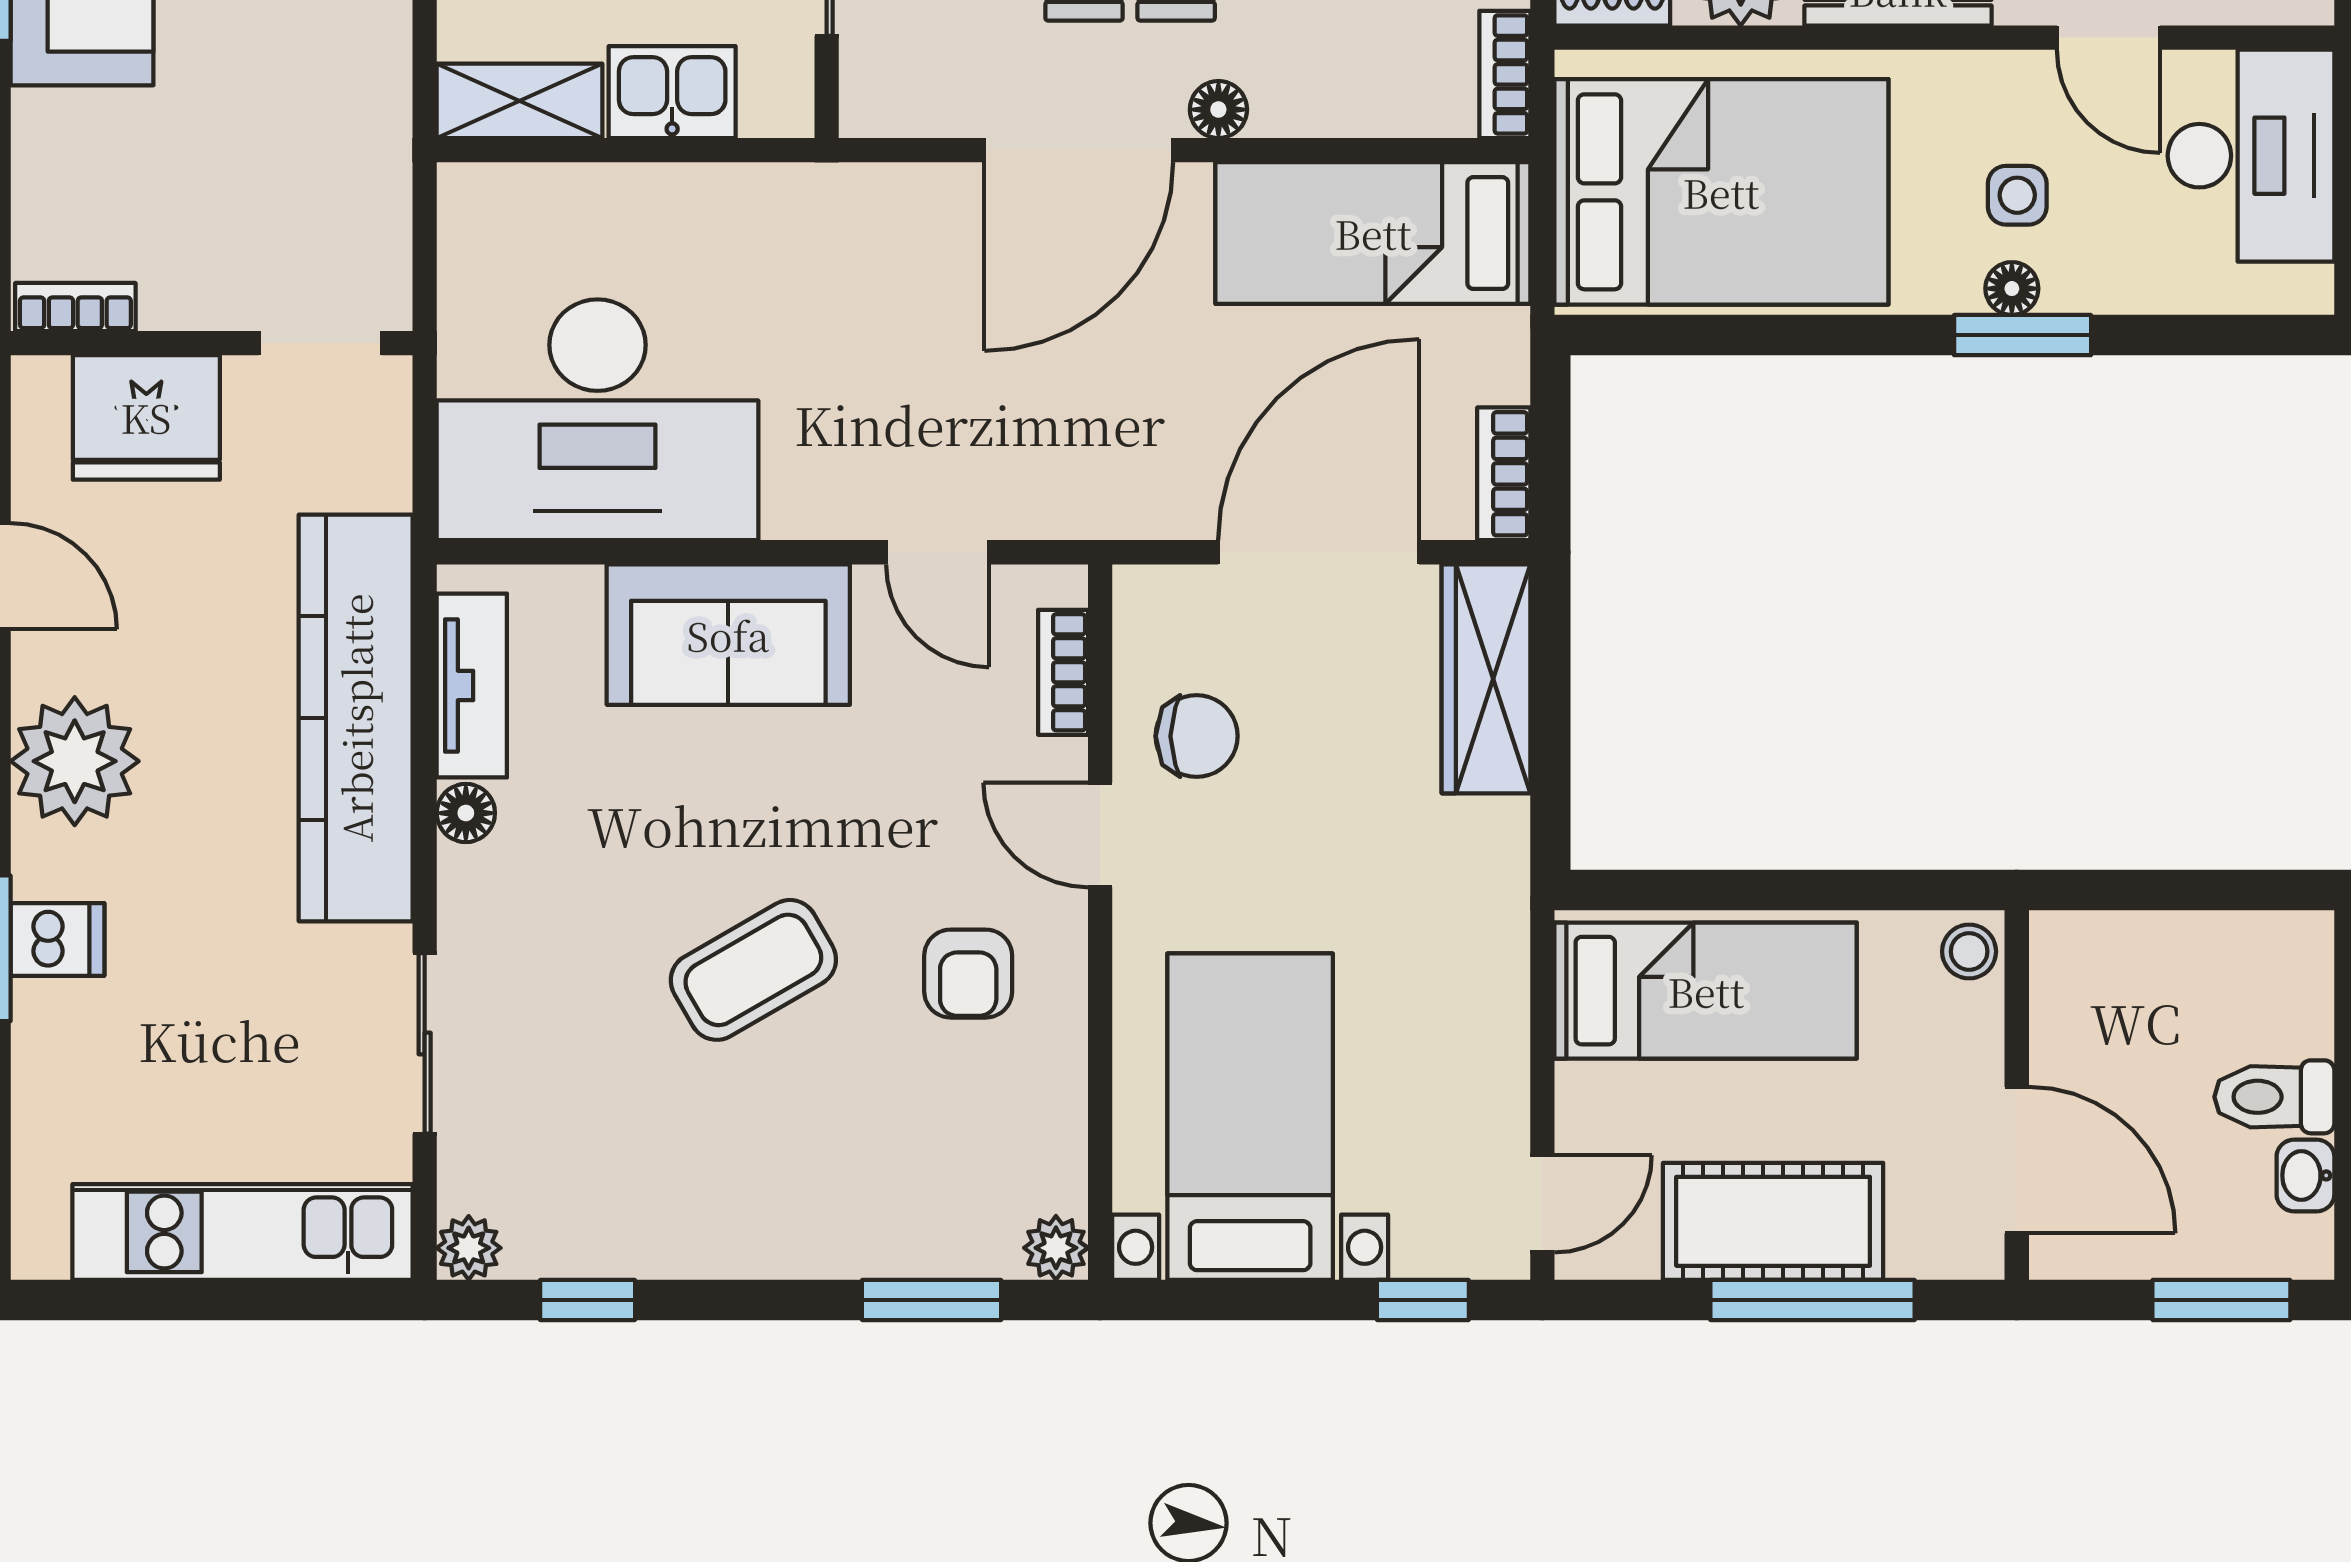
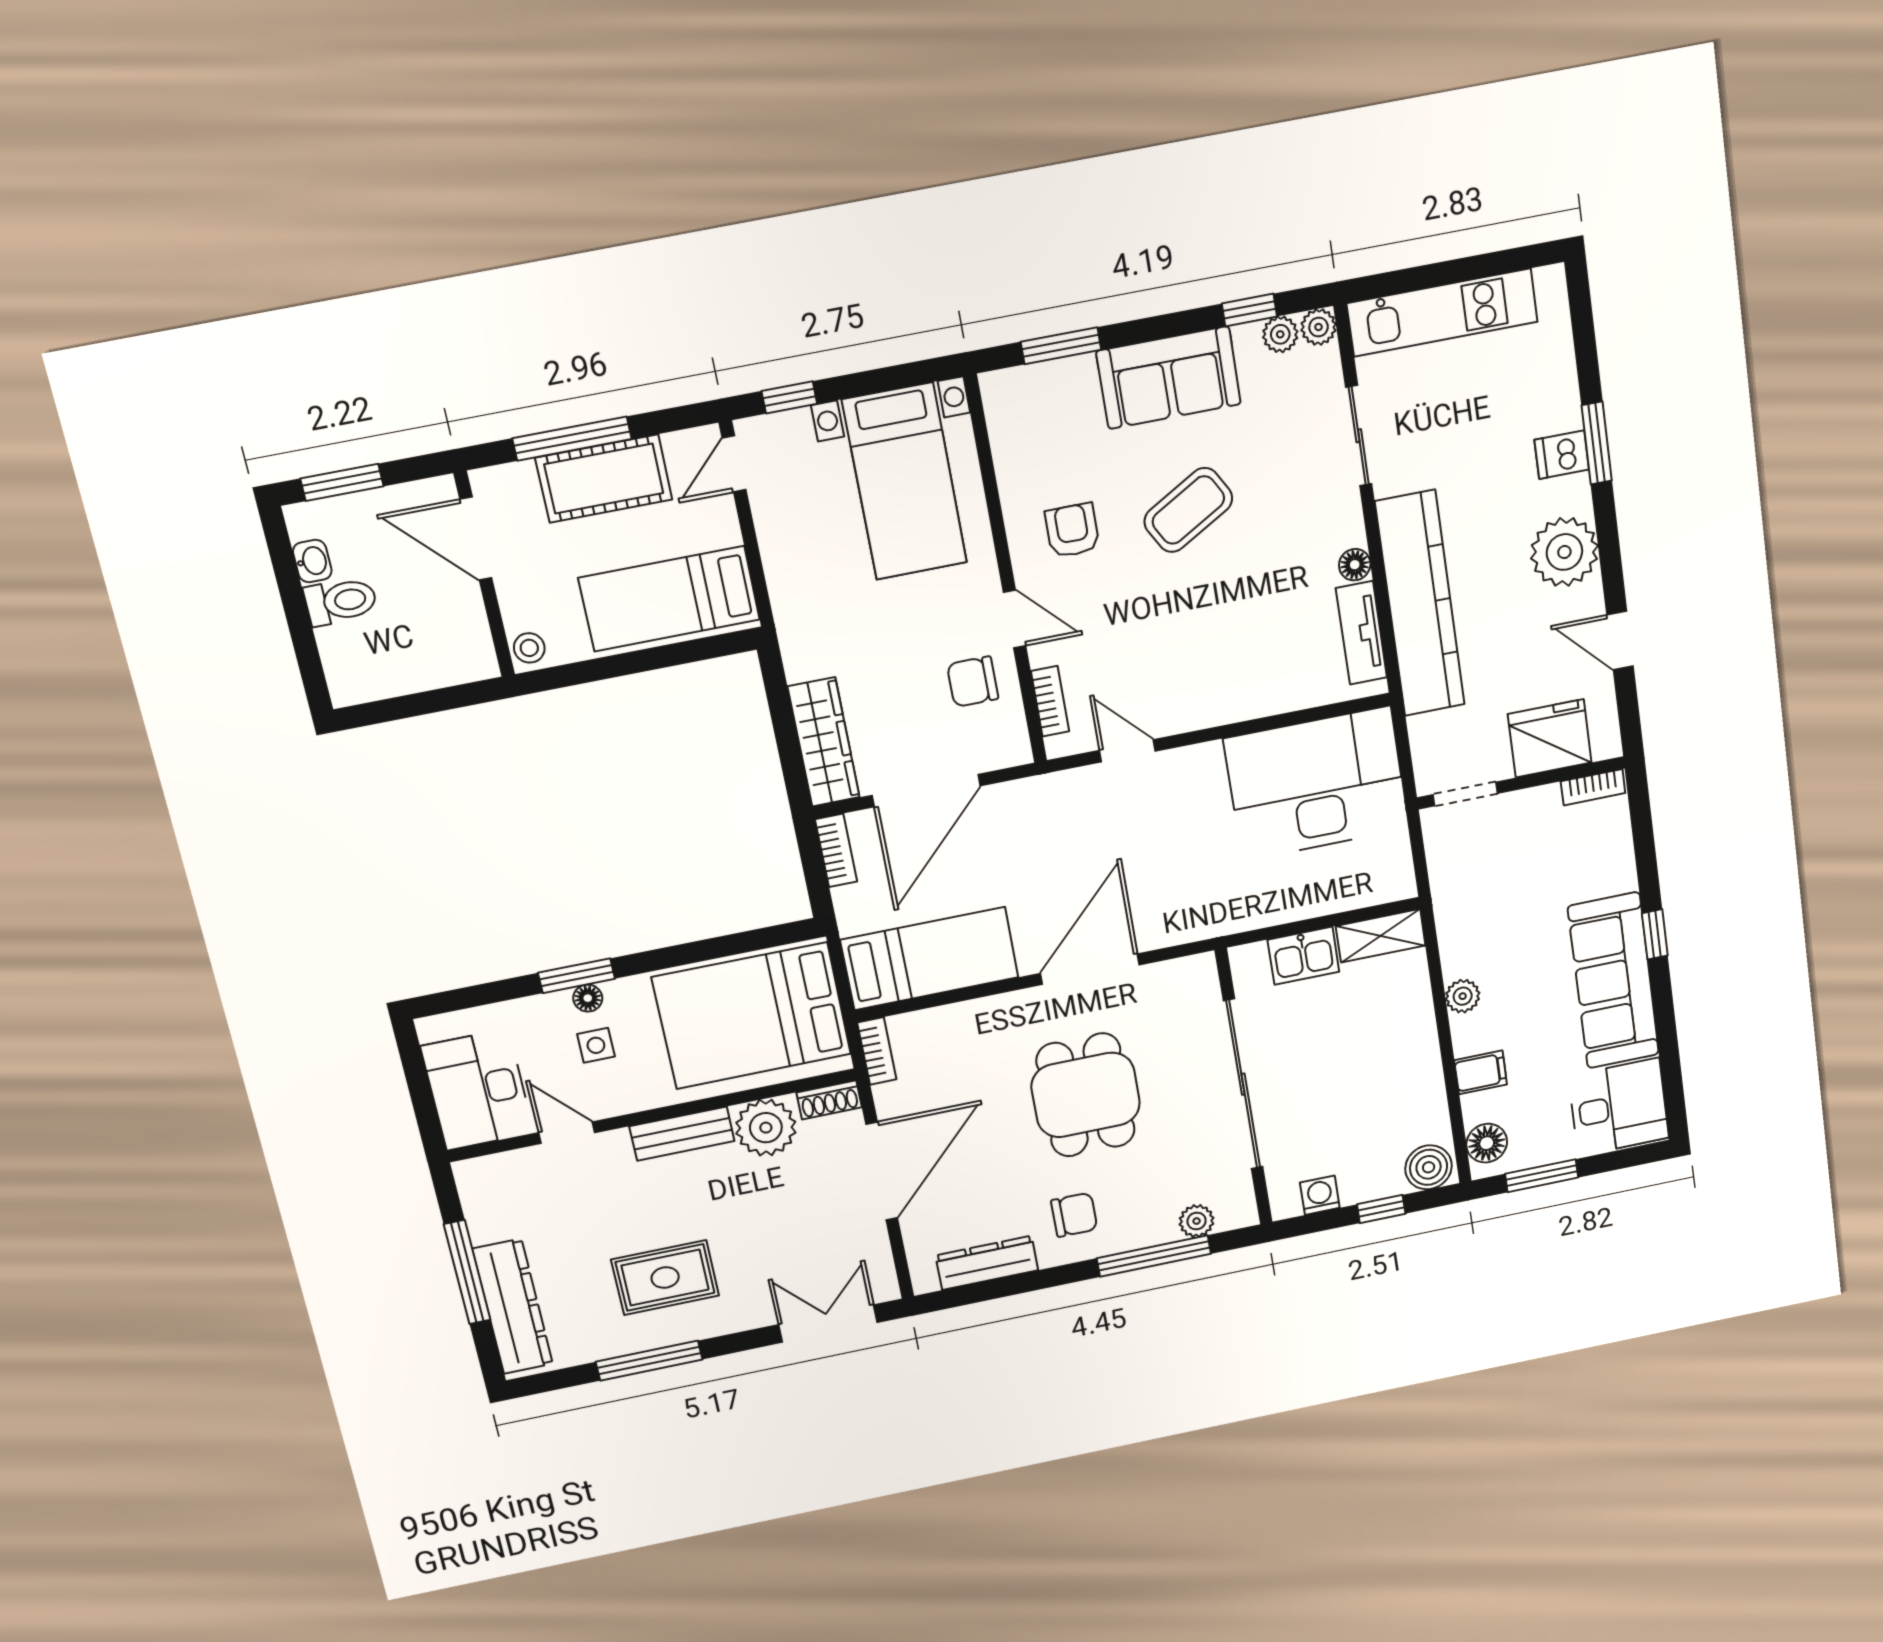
floor lamp: (1218, 110) -> (1022, 1004), removed
sofa: (728, 635) -> (1169, 378), moved, turned 180
plant: (1056, 1248) -> (1280, 334), moved

